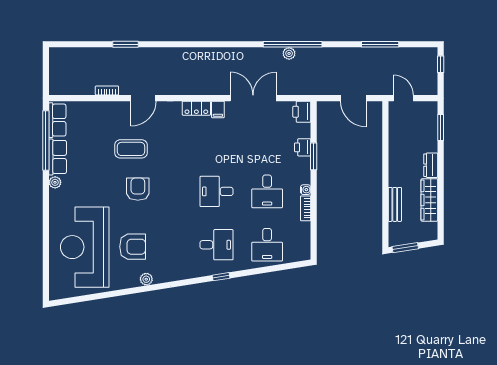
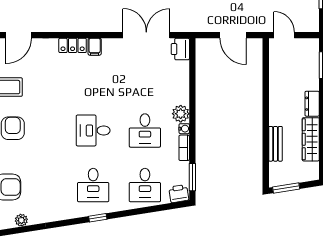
double door: (253, 98) -> (146, 35), moved
printer: (303, 147) -> (179, 194), moved, turned 81
window: (314, 156) -> (192, 177), moved
plant: (302, 175) -> (181, 114), added
desk: (216, 245) -> (93, 185), turned 90

